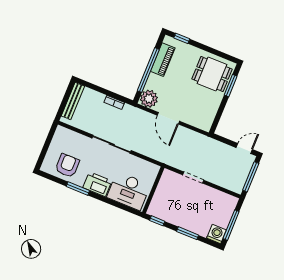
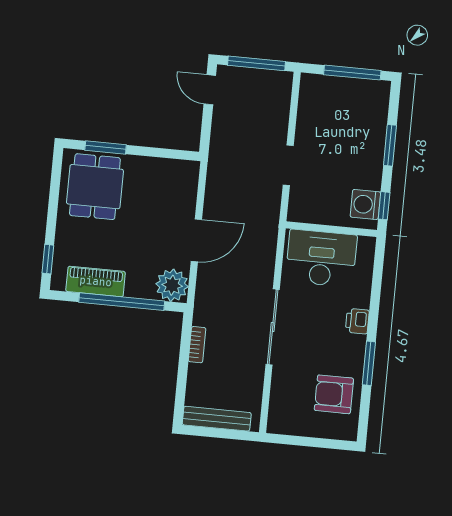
printer: (97, 184) -> (357, 321), width x0.53, depth x0.68
desk: (129, 191) -> (321, 258), moved, turned -90
washing machine: (216, 234) -> (365, 204), moved

